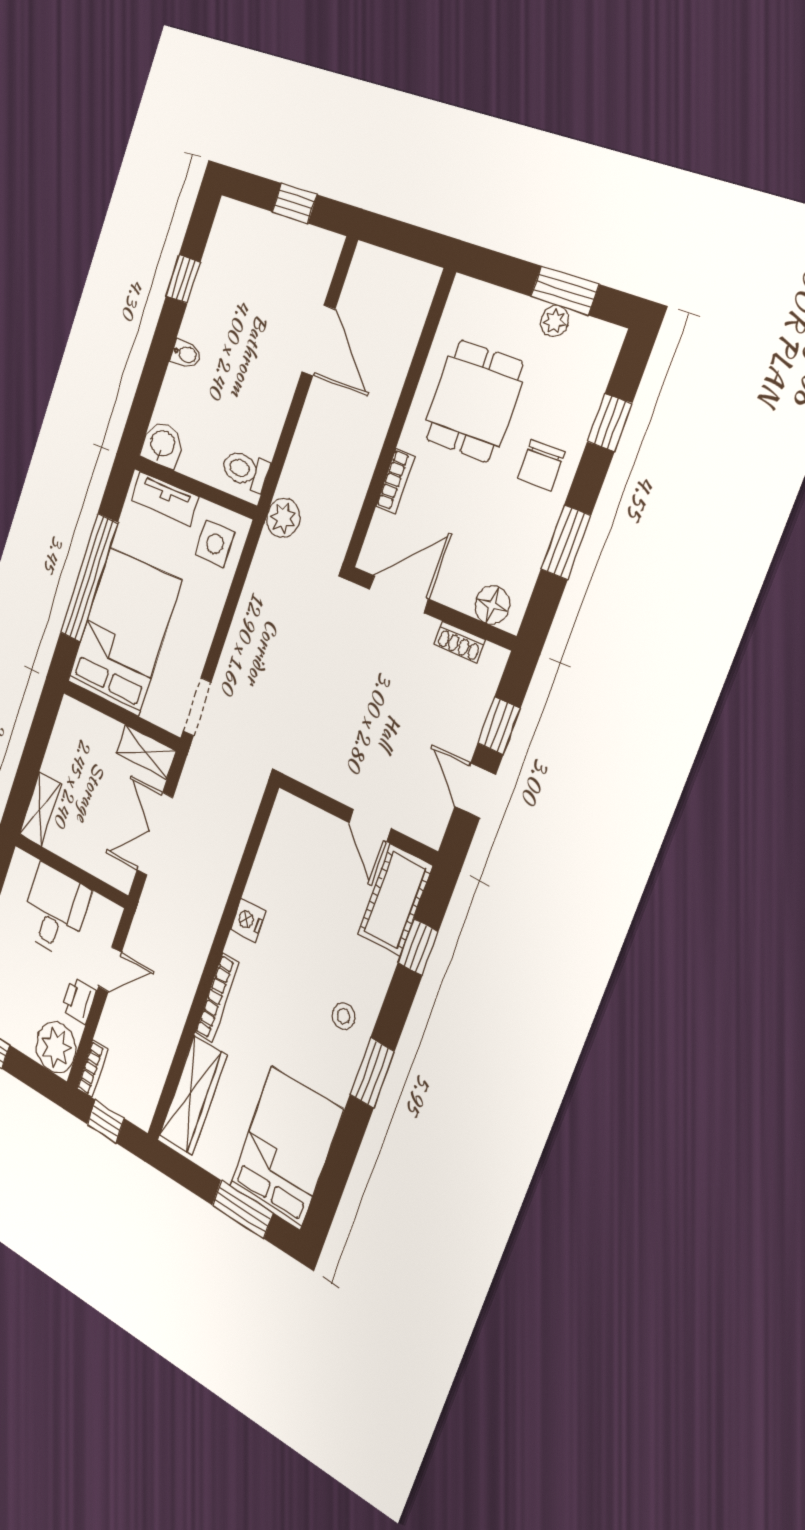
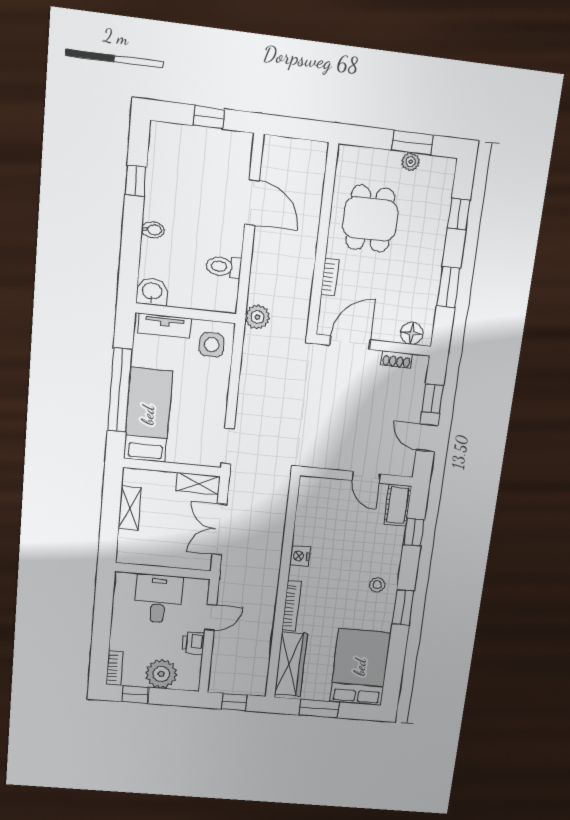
chair: (541, 465) -> (423, 247), removed
toilet: (245, 470) -> (224, 267), moved
bed: (124, 632) -> (148, 415), width x0.67
shelving: (40, 809) -> (130, 508), moved
cot: (395, 900) -> (398, 505), width x0.73, depth x0.75
plant: (56, 1047) -> (161, 674), moved
bookcase: (92, 1069) -> (215, 677), removed
window: (242, 1209) -> (319, 709), moved

